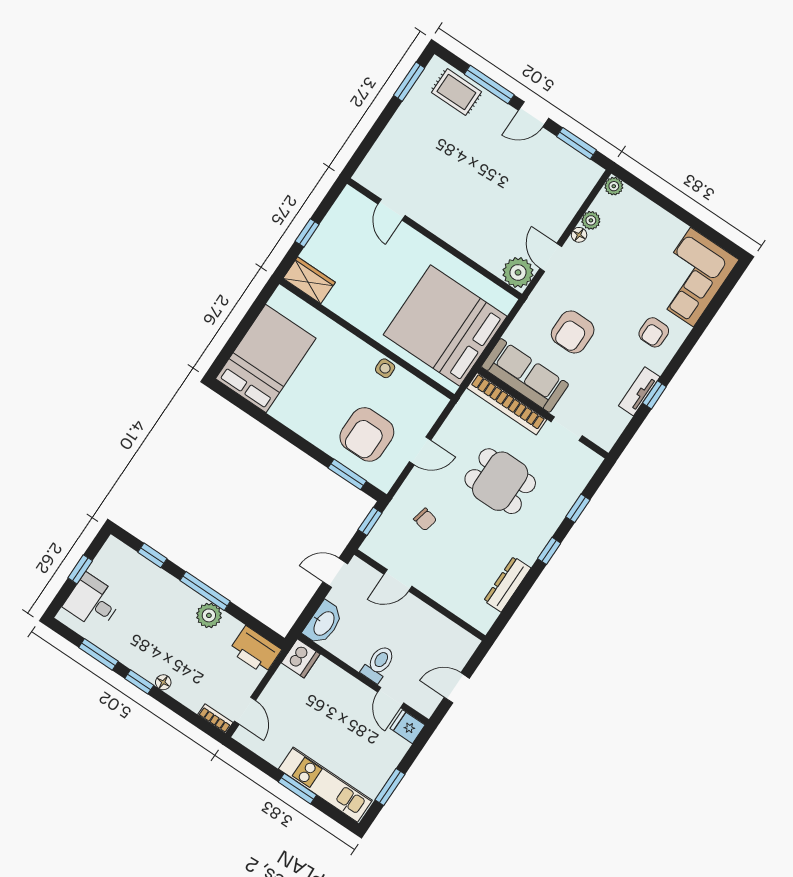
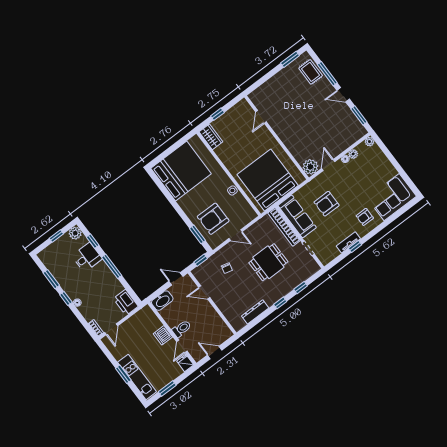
bed: (266, 358) -> (181, 171), width x1.36
dining table: (500, 481) -> (268, 262), turned 90
desk: (93, 602) -> (87, 257), moved, turned 90
plant: (209, 615) -> (75, 233), moved
dishwasher: (301, 658) -> (163, 335), moved, turned 90

